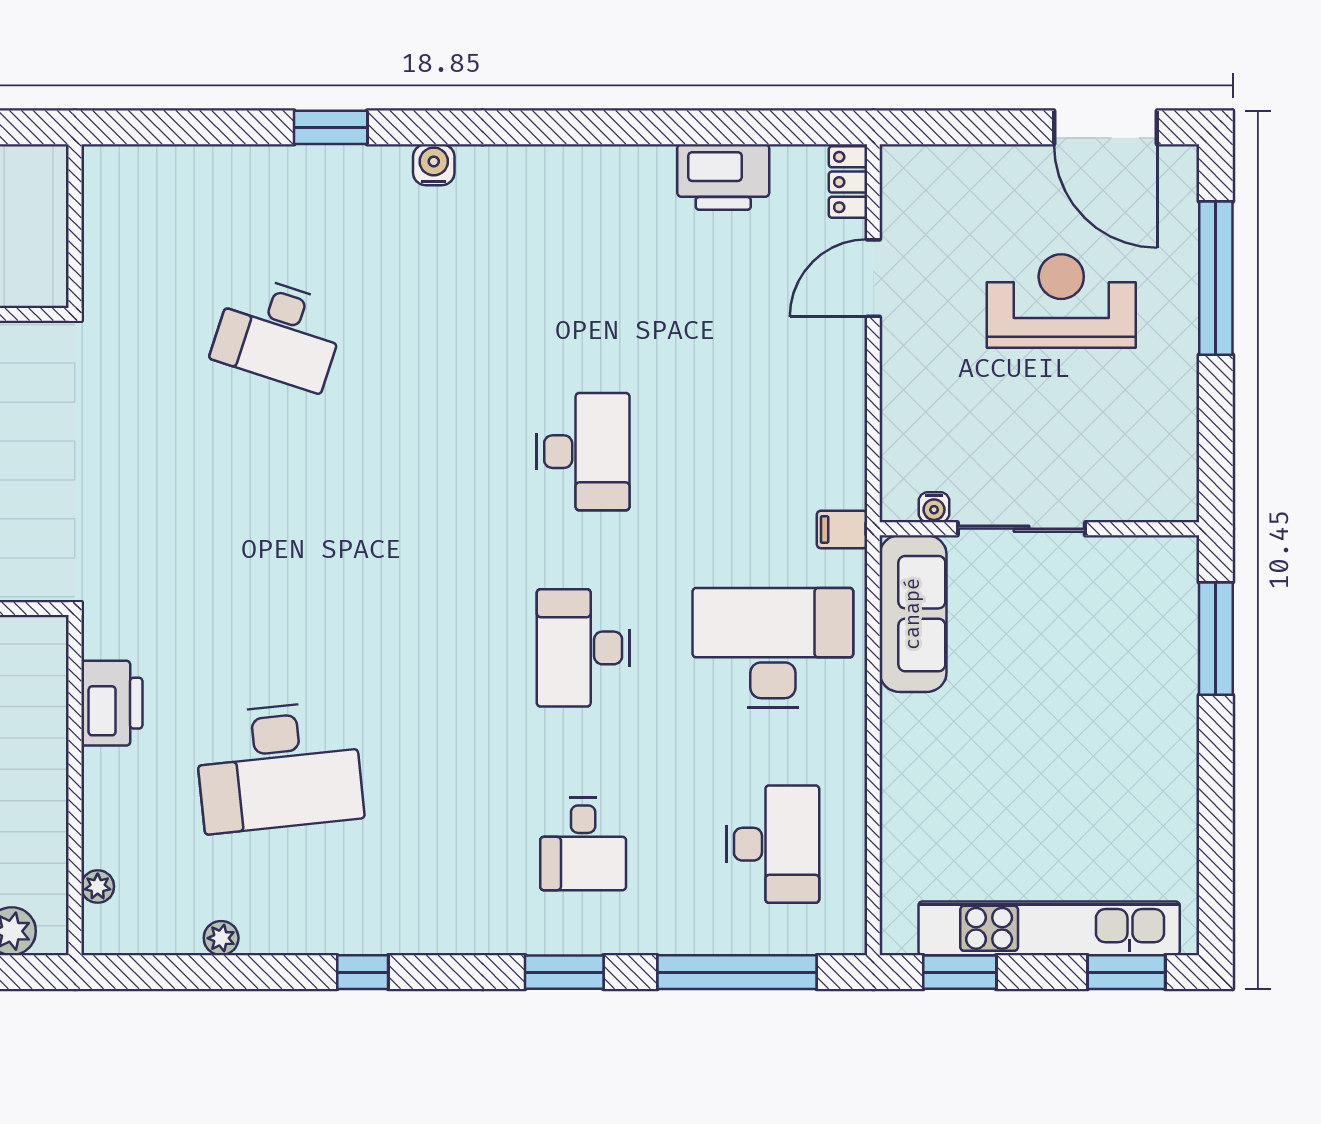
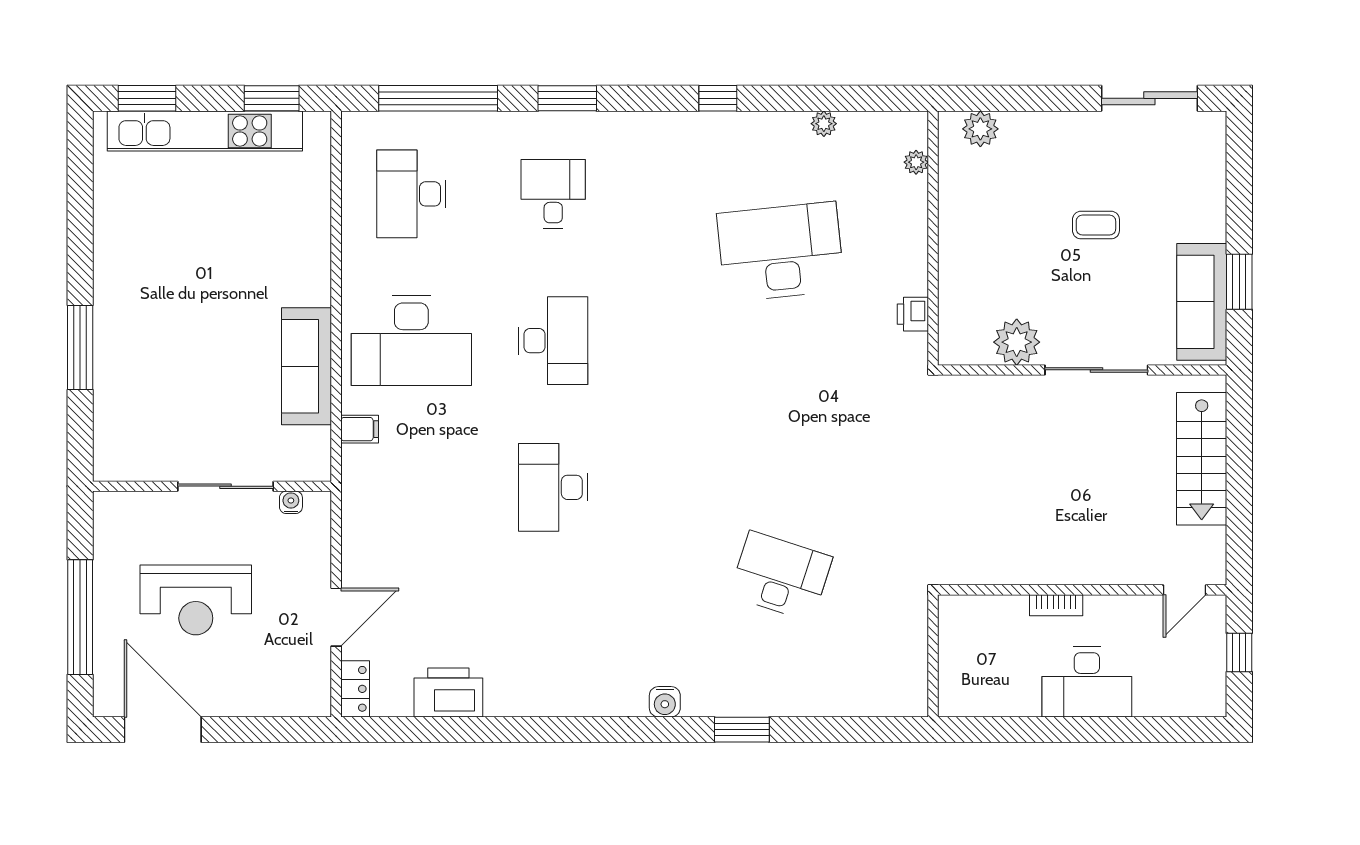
water cooler: (934, 507) -> (291, 502), moved
sliding door: (1021, 529) -> (226, 486), moved
wall: (1039, 529) -> (212, 486), moved
printer: (112, 703) -> (913, 314), width x0.53, depth x0.68

